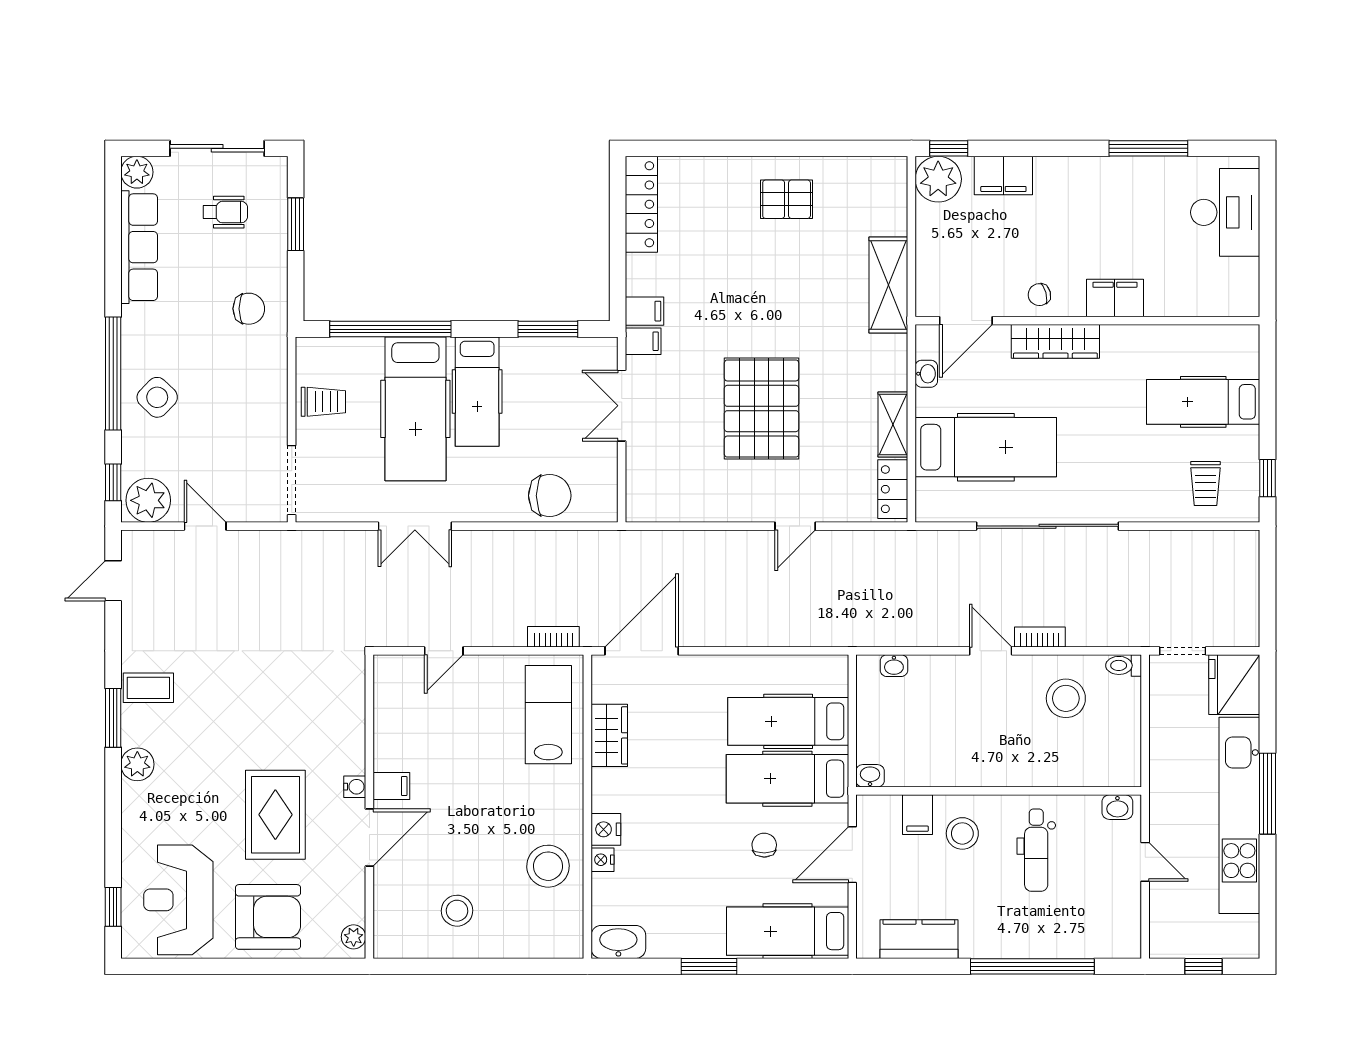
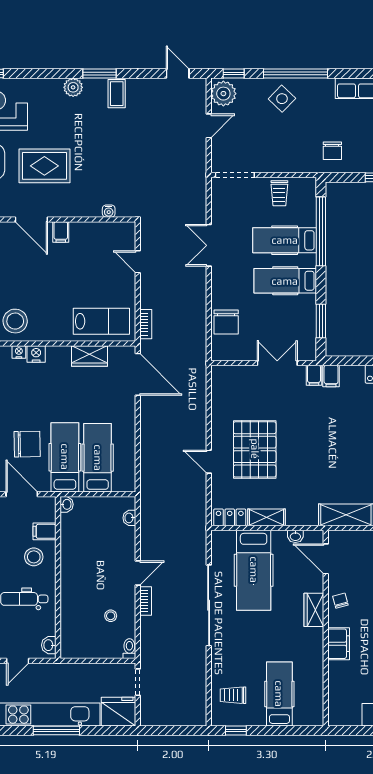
wardrobe: (1055, 341) -> (314, 610), width x0.67
hospital bed: (415, 409) -> (285, 240), width x0.73, depth x0.78
pallet: (762, 409) -> (255, 449), moved, turned 90
stool: (1066, 698) -> (111, 616), width x0.53, depth x0.53
water cooler: (355, 787) -> (109, 211), moved
chair: (764, 845) -> (27, 444), width x1.87, depth x1.87

